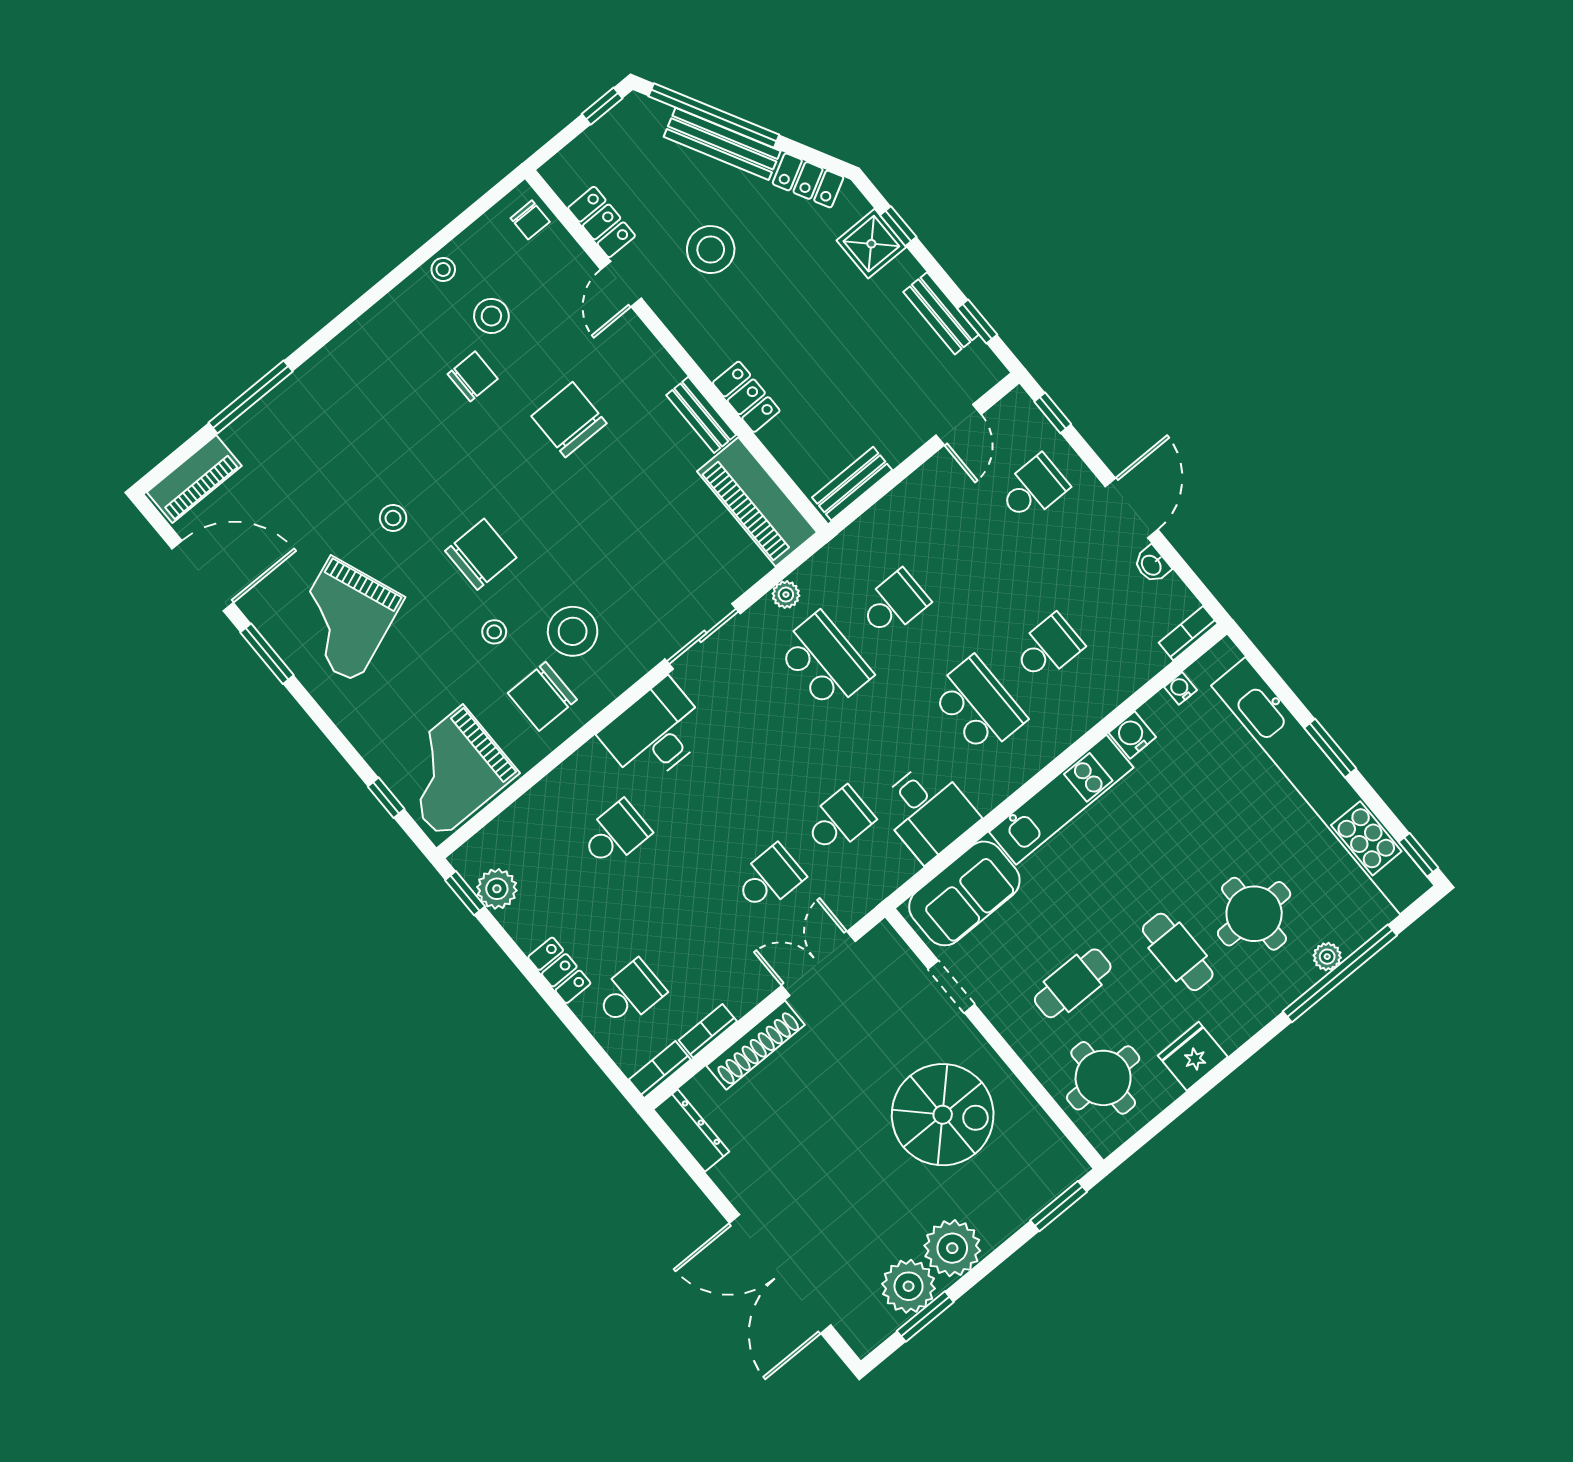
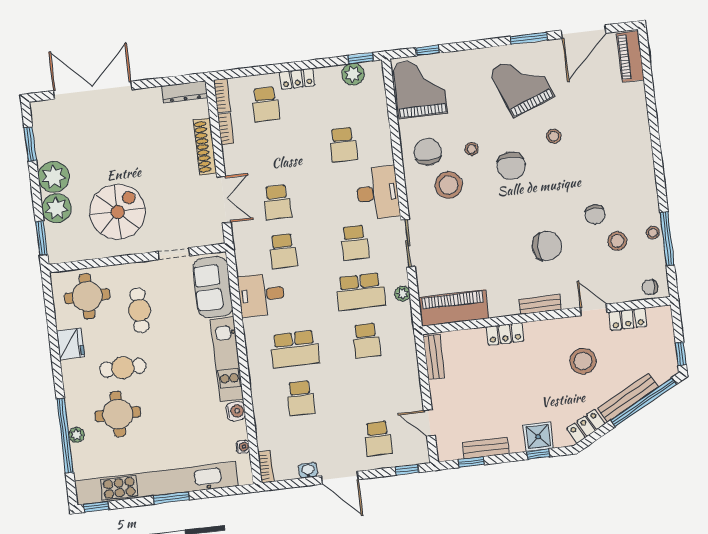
window: (251, 397) -> (667, 239), moved
bench: (701, 415) -> (540, 304), moved
school desk: (755, 719) -> (355, 243), added
spiral stairs: (943, 1115) -> (118, 212), turned 180
plant: (909, 1286) -> (57, 208), moved

